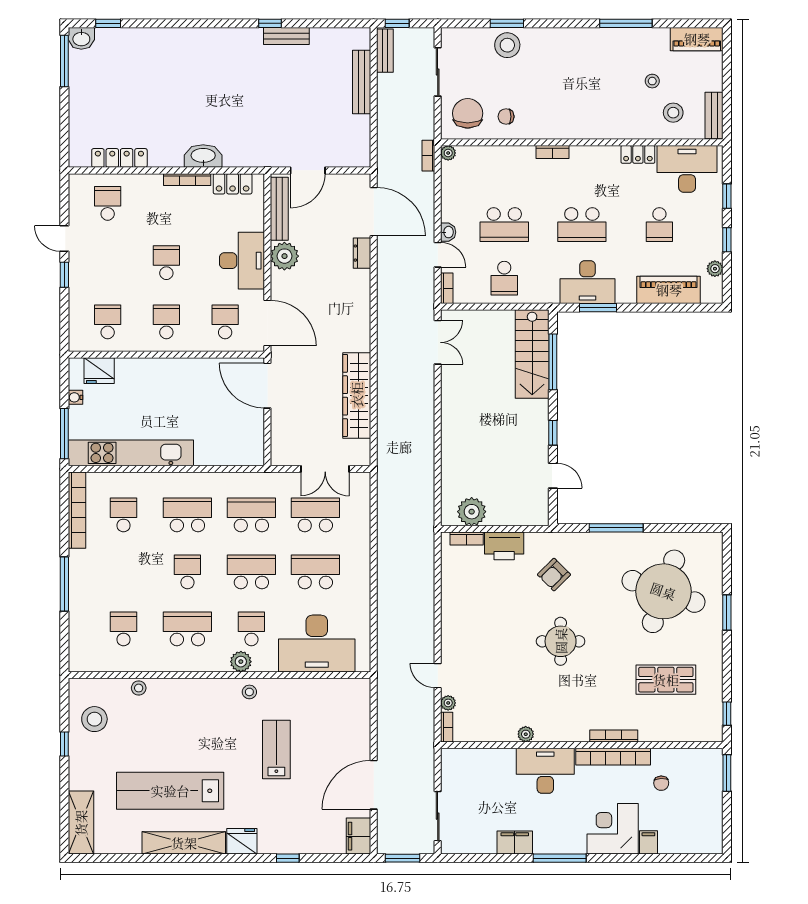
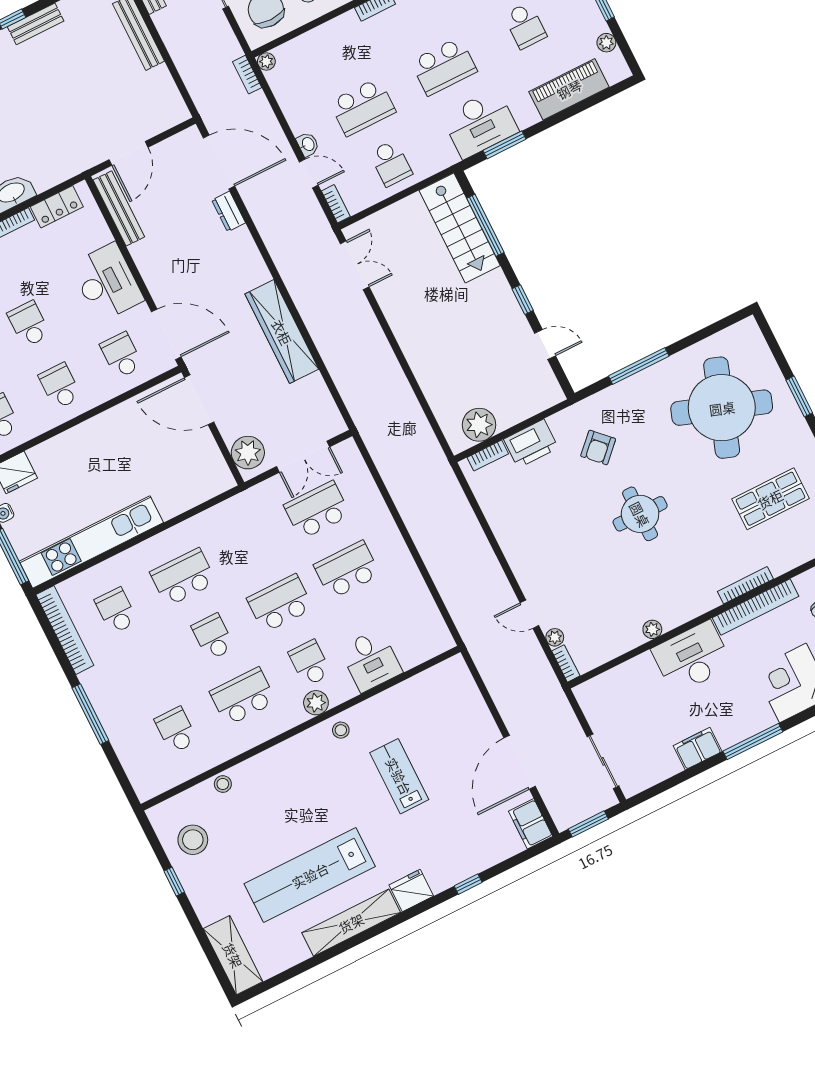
plant: (284, 256) -> (248, 453), moved
wardrobe: (357, 395) -> (282, 332), moved
school desk: (251, 515) -> (250, 544), removed
desk: (317, 643) -> (371, 660), width x0.53, depth x0.77

